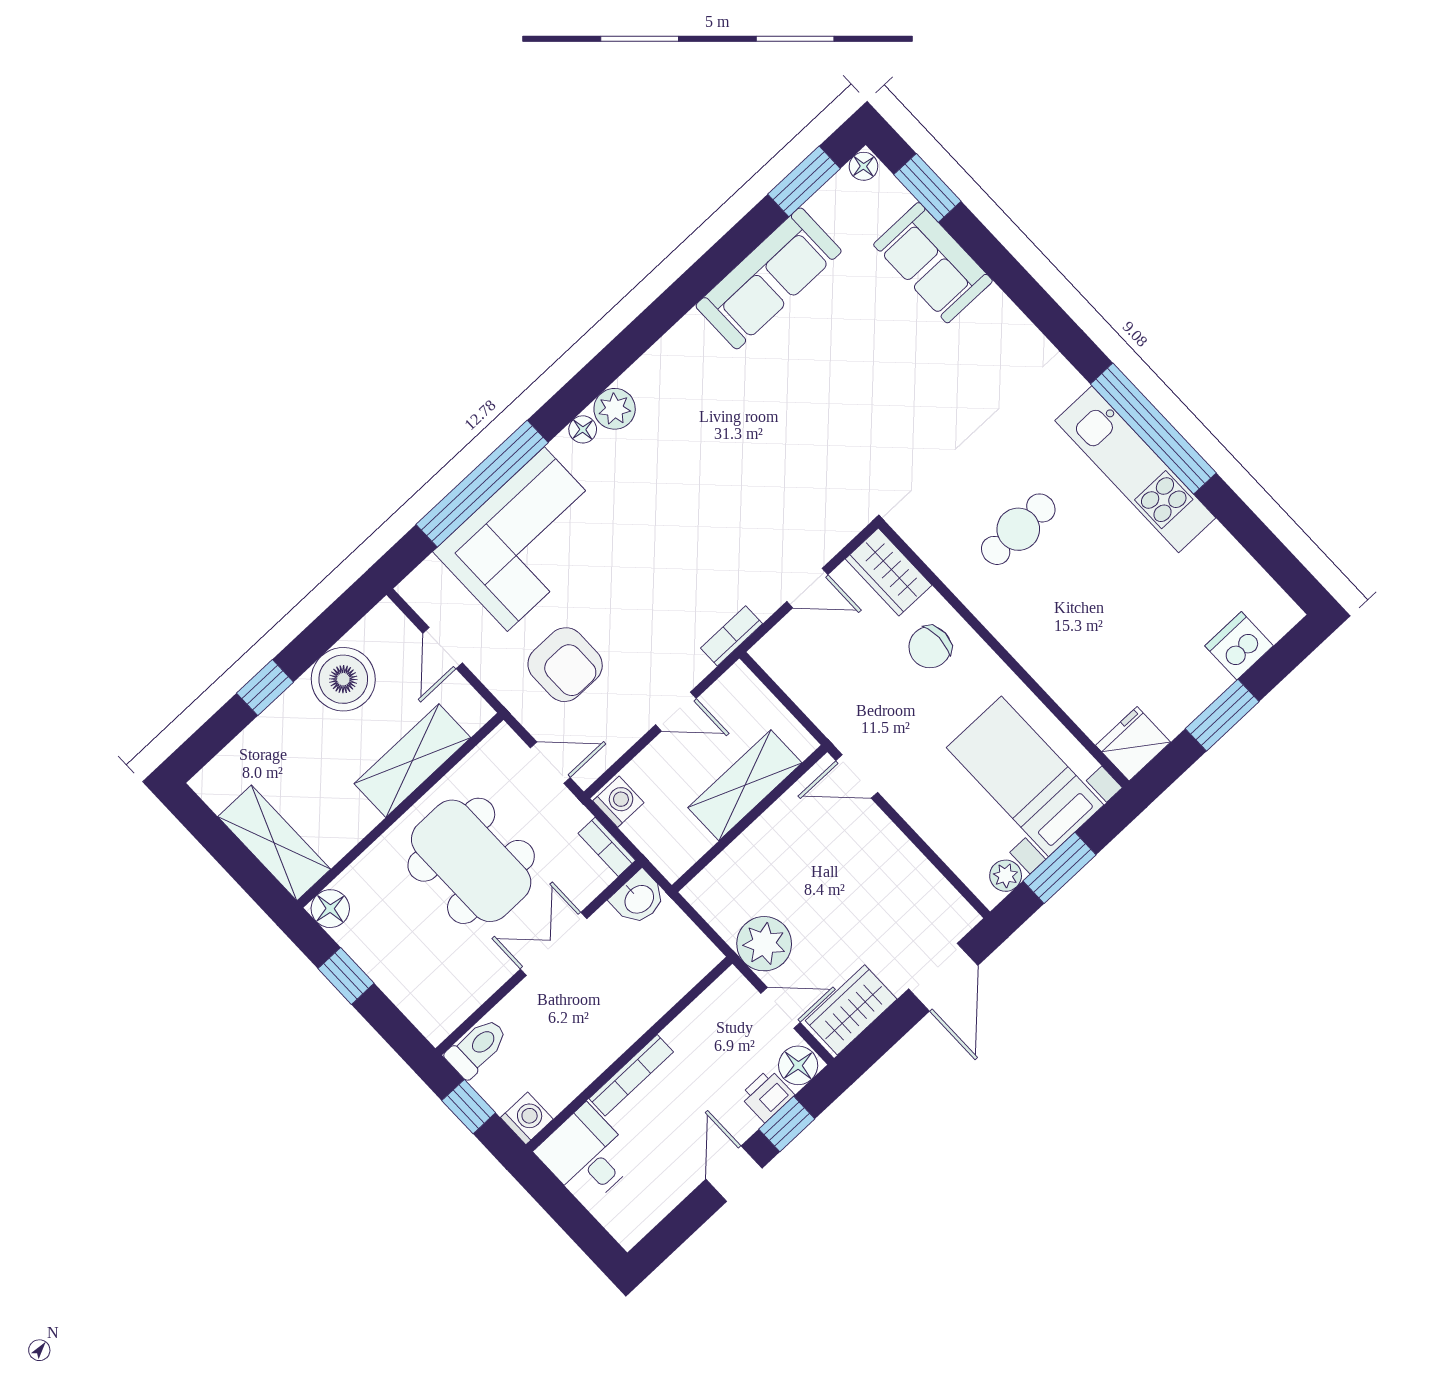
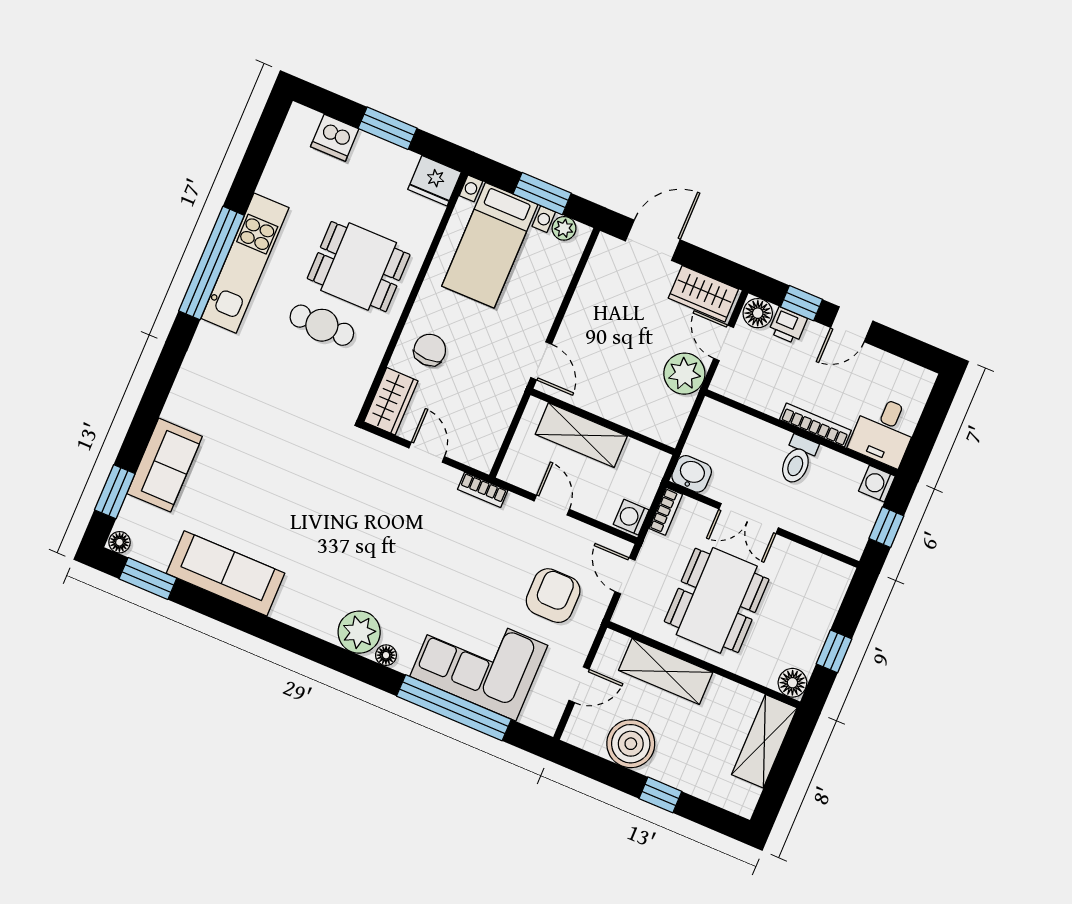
plant: (615, 409) -> (359, 632), width x1.36, depth x1.36
dining table: (1070, 605) -> (359, 267), added
chair: (930, 647) -> (430, 350), turned -90
toilet: (477, 1048) -> (798, 460), moved, turned -90

